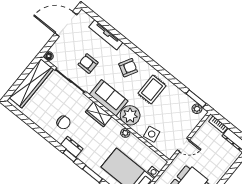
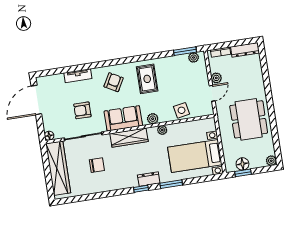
tv unit: (106, 35) -> (78, 76), width x0.71
wardrobe: (99, 114) -> (129, 138), width x1.50
plant: (130, 115) -> (153, 119), width x0.53, depth x0.53
chair: (64, 122) -> (97, 165), moved
plant: (197, 138) -> (216, 78), added
dresser: (72, 147) -> (149, 179), moved

